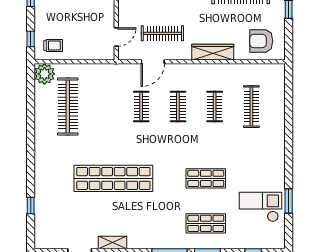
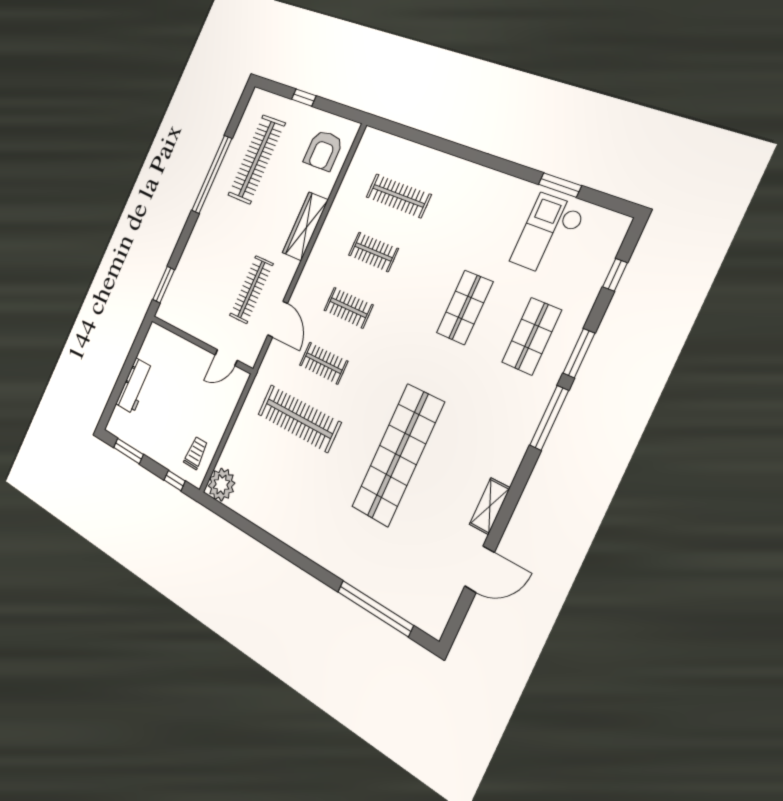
door: (116, 37) -> (226, 358), swing flipped
clothes rail: (68, 107) -> (299, 418), moved
window: (31, 205) -> (375, 608), width x3.17

